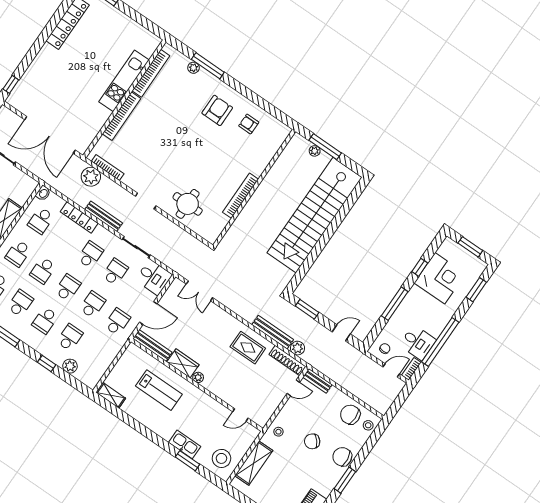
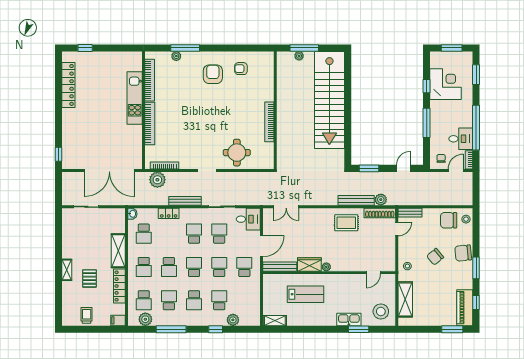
locker: (79, 217) -> (169, 213), width x0.66

